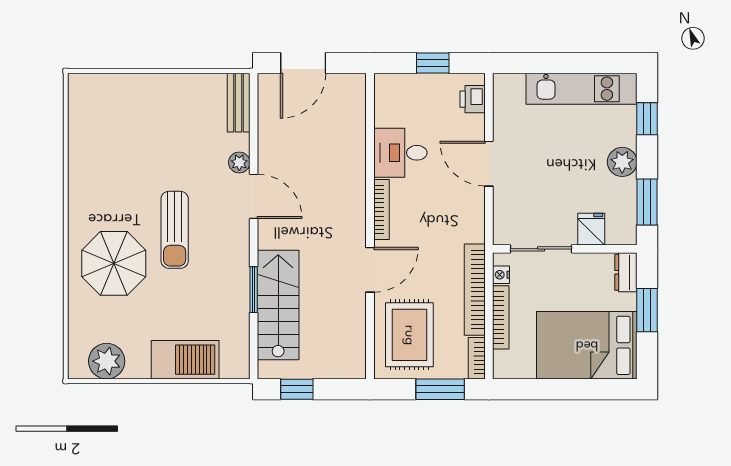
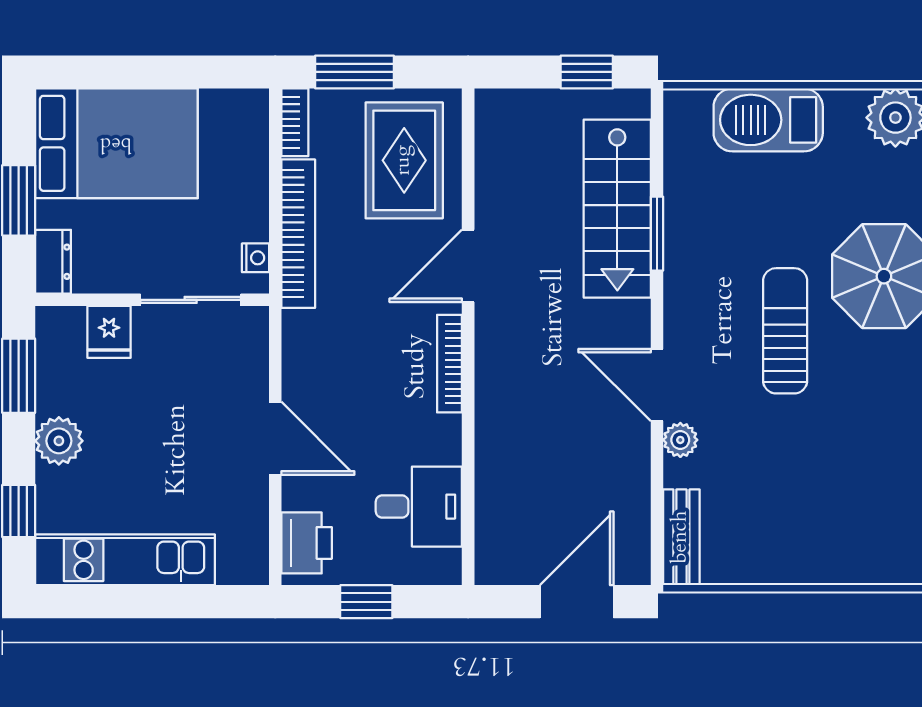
printer: (473, 99) -> (307, 543), width x1.36, depth x1.24
desk: (400, 153) -> (419, 507), moved
bookcase: (501, 317) -> (256, 189), removed

